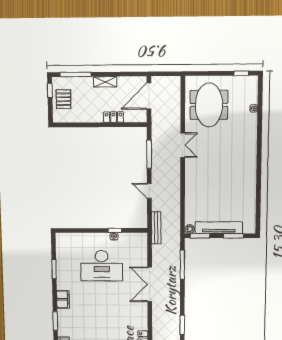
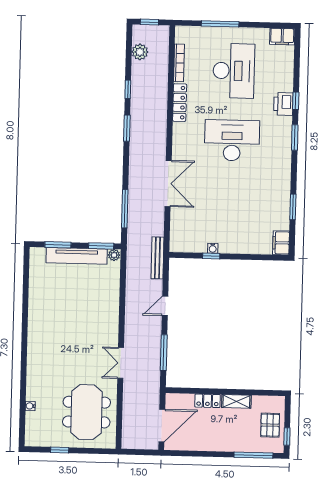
window: (241, 73) -> (60, 450), moved
shelving: (105, 82) -> (236, 401), moved
door: (149, 191) -> (165, 306), swing flipped
desk: (102, 266) -> (232, 140), moved
filing cabinet: (63, 299) -> (281, 243), moved

